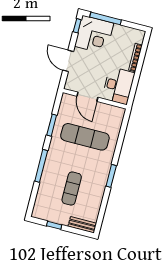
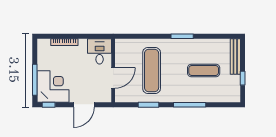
desk: (118, 86) -> (100, 51), width x0.73
bench: (82, 225) -> (235, 56), width x1.36

